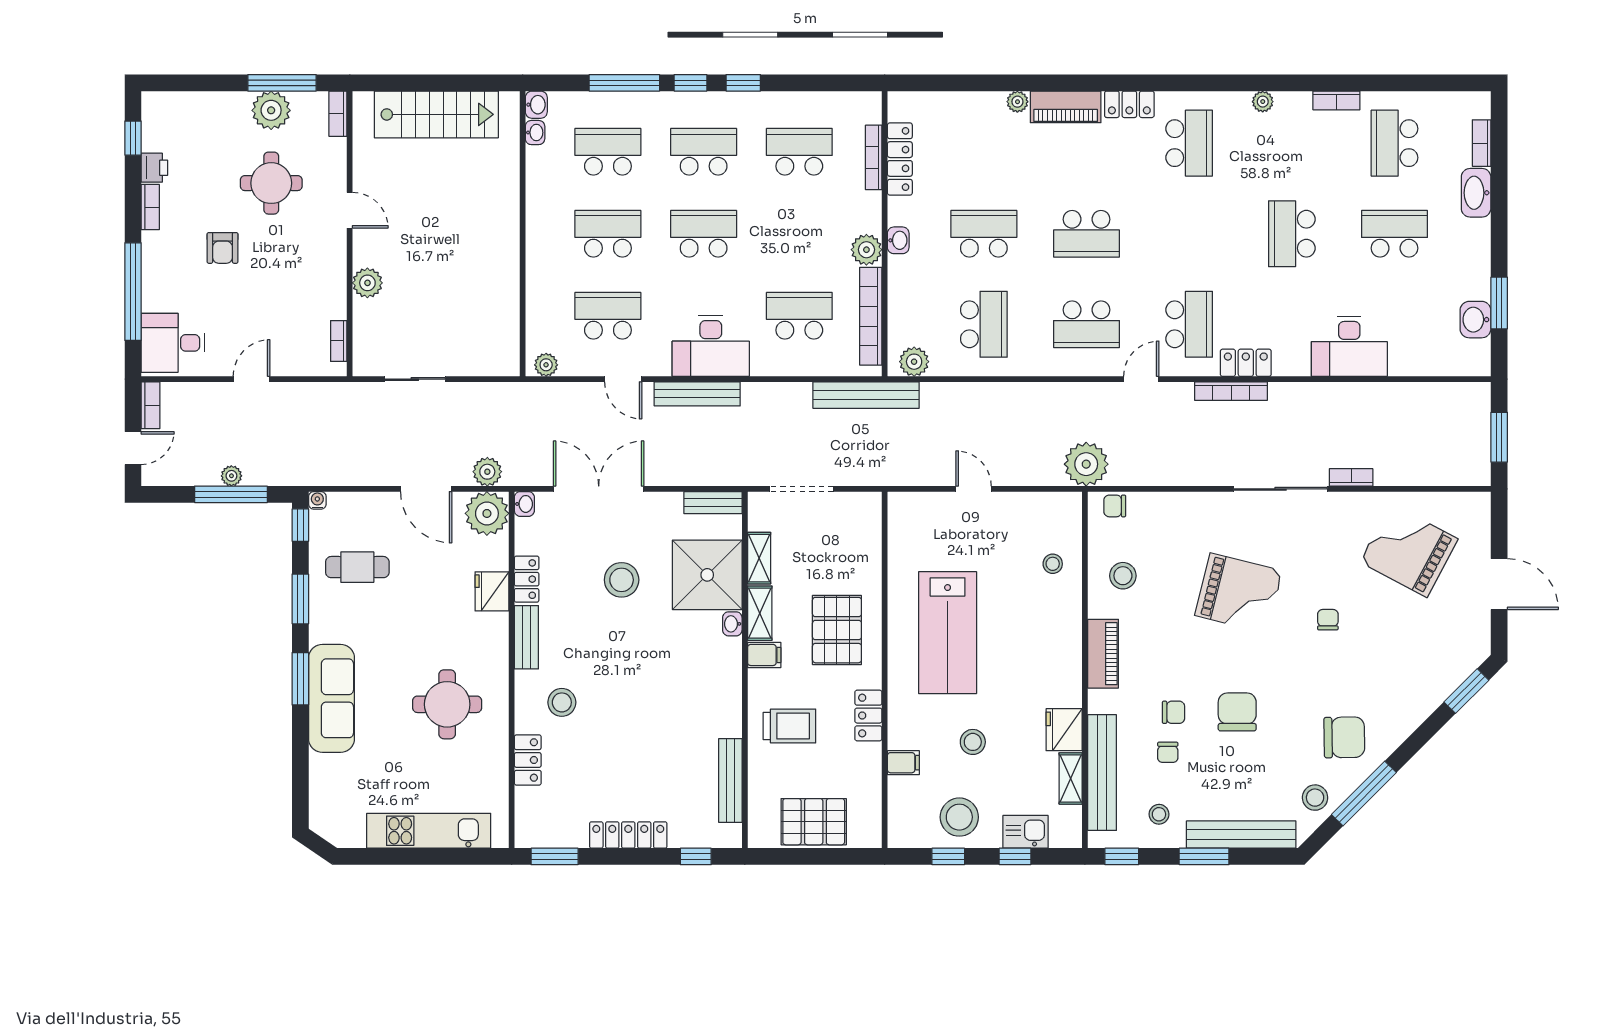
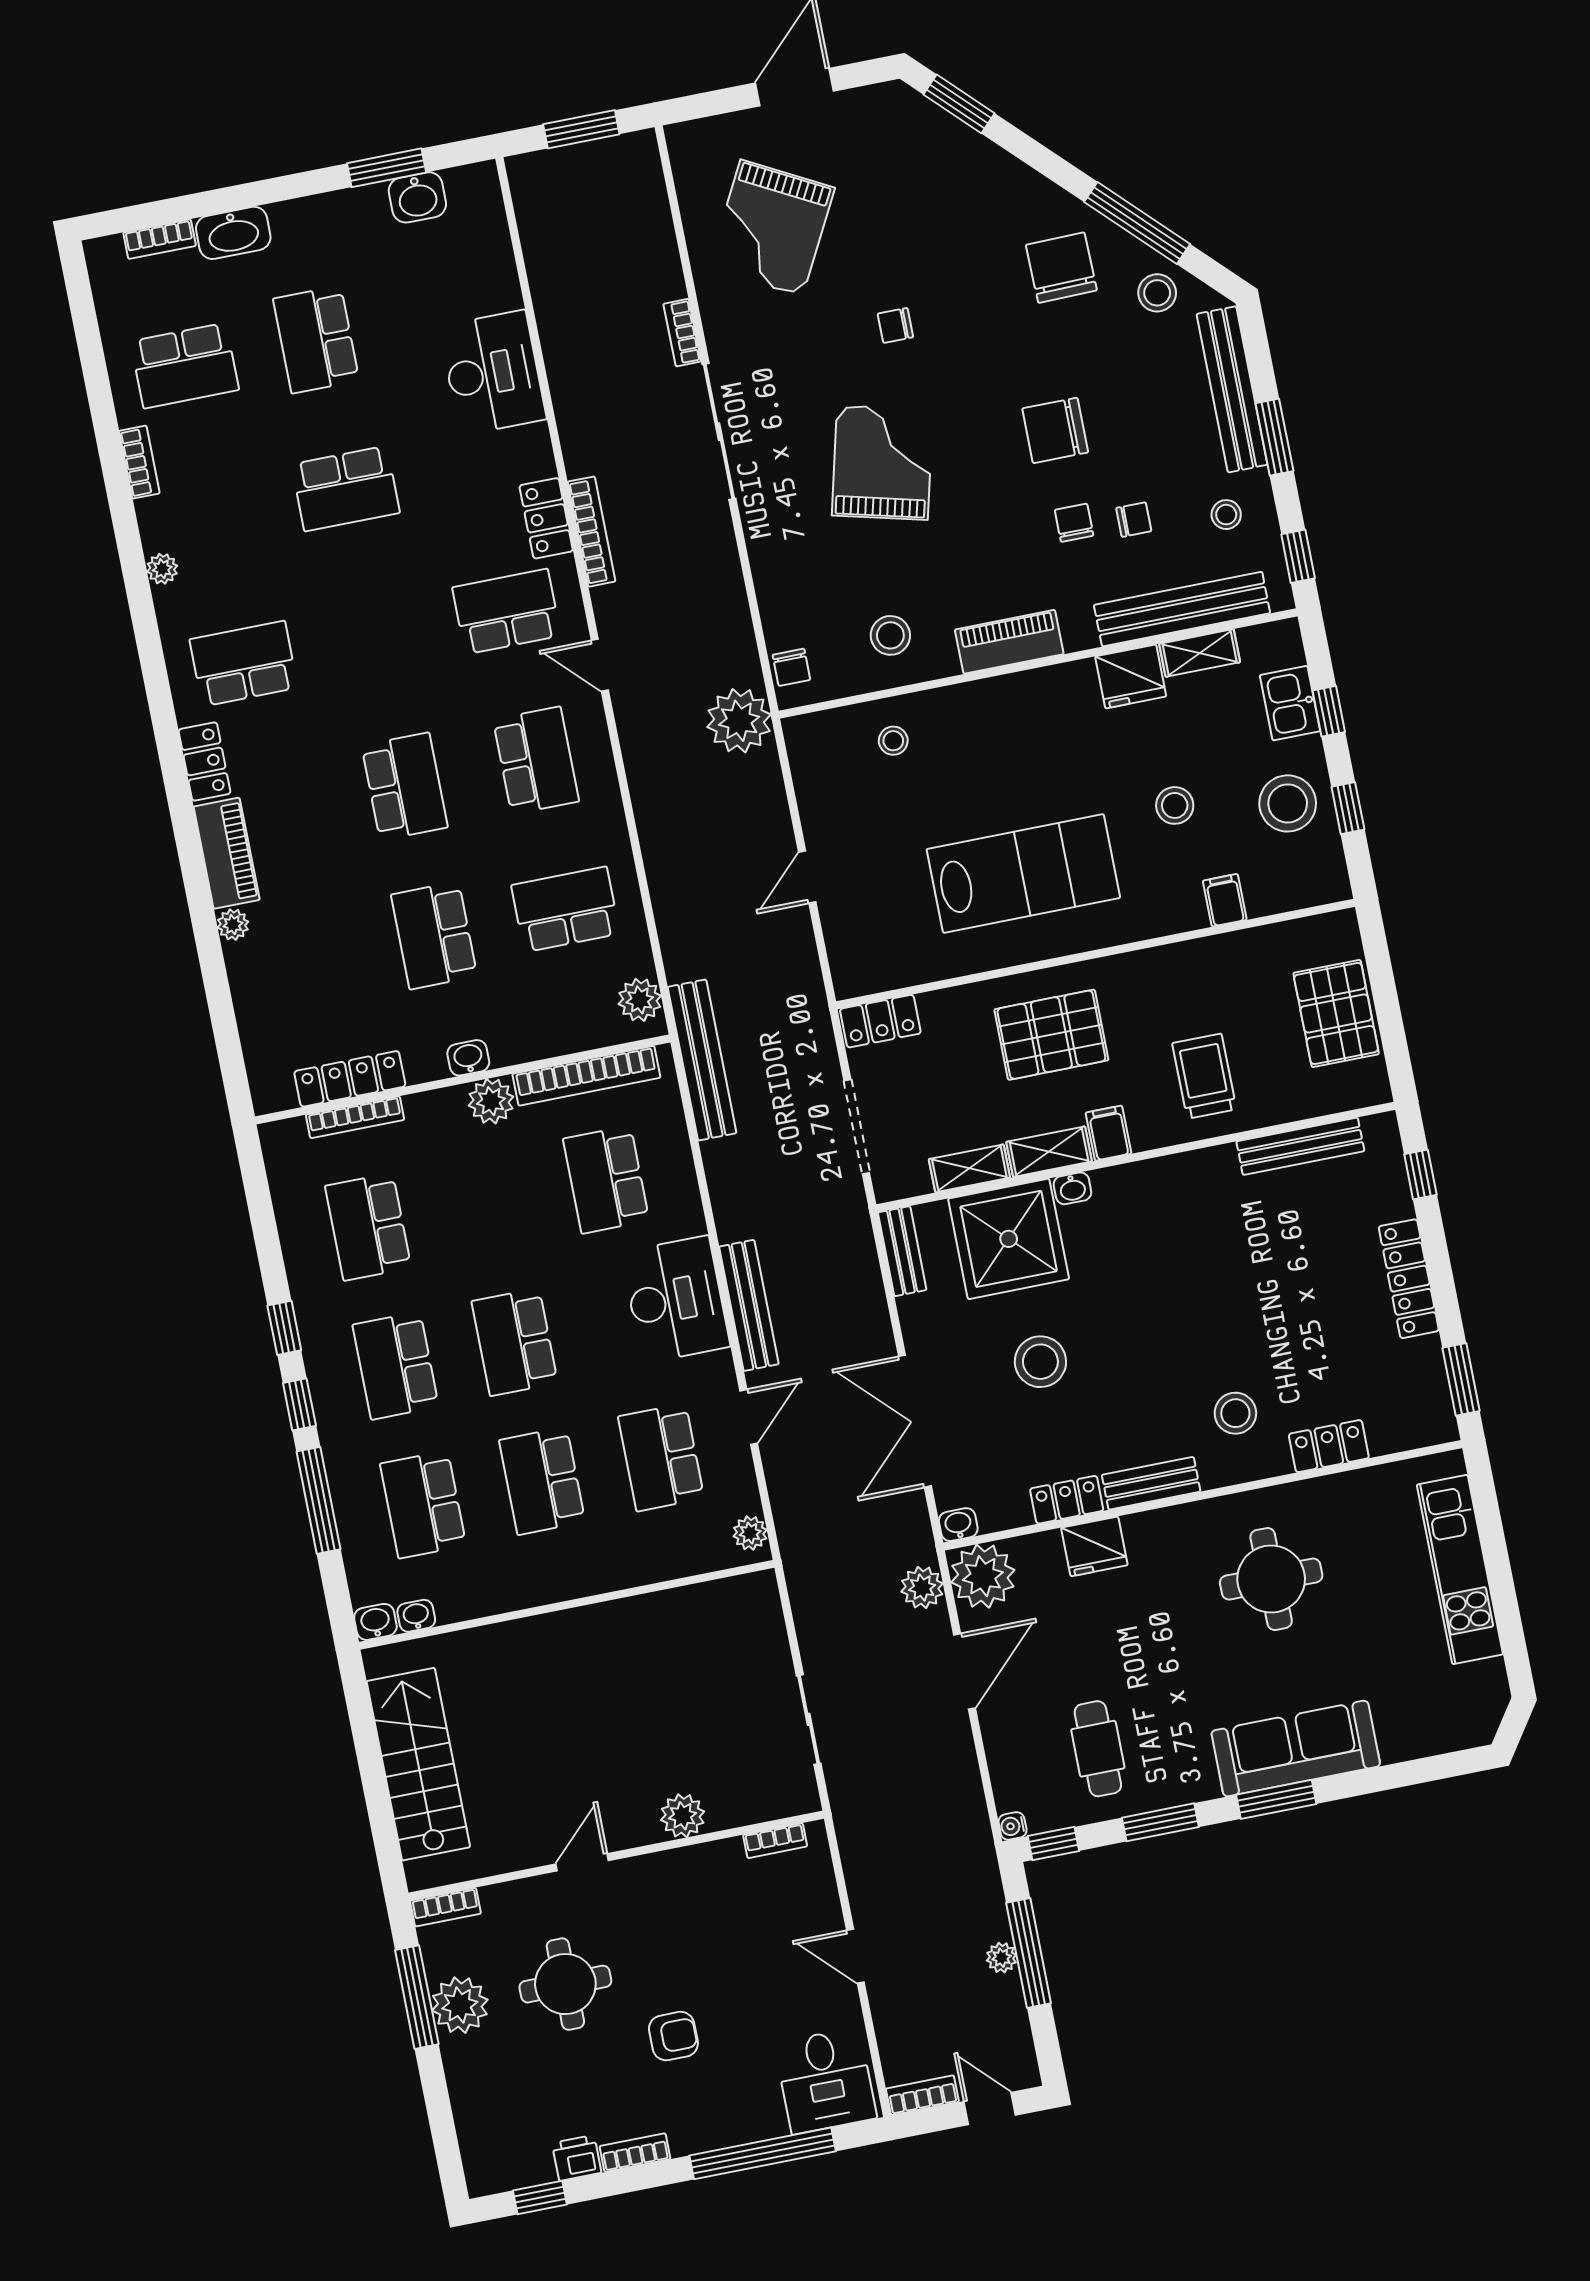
locker: (868, 716) -> (880, 1021), moved

